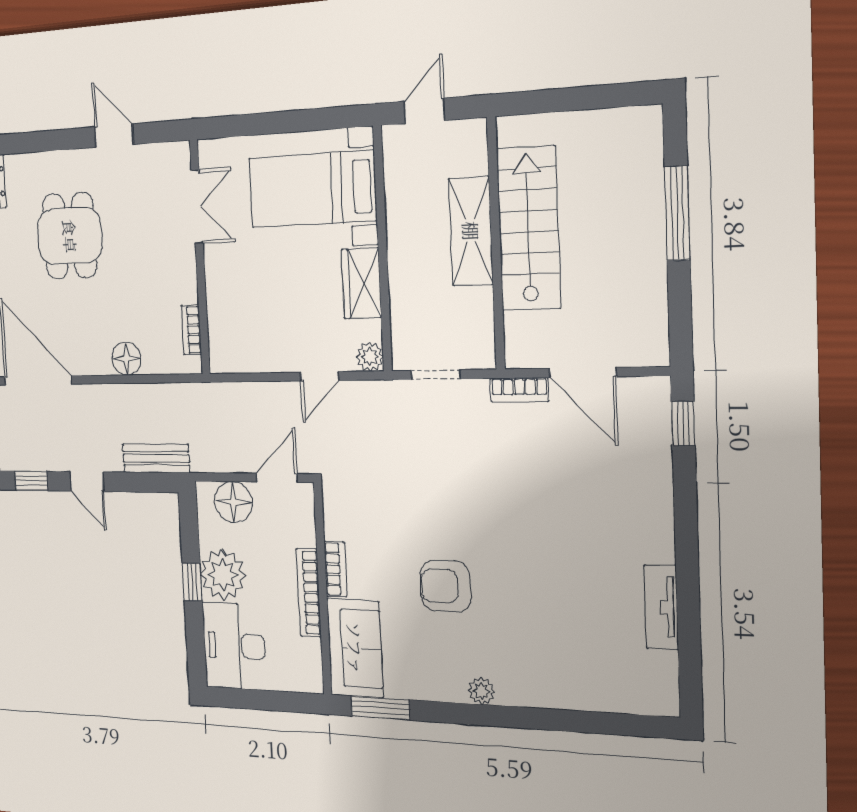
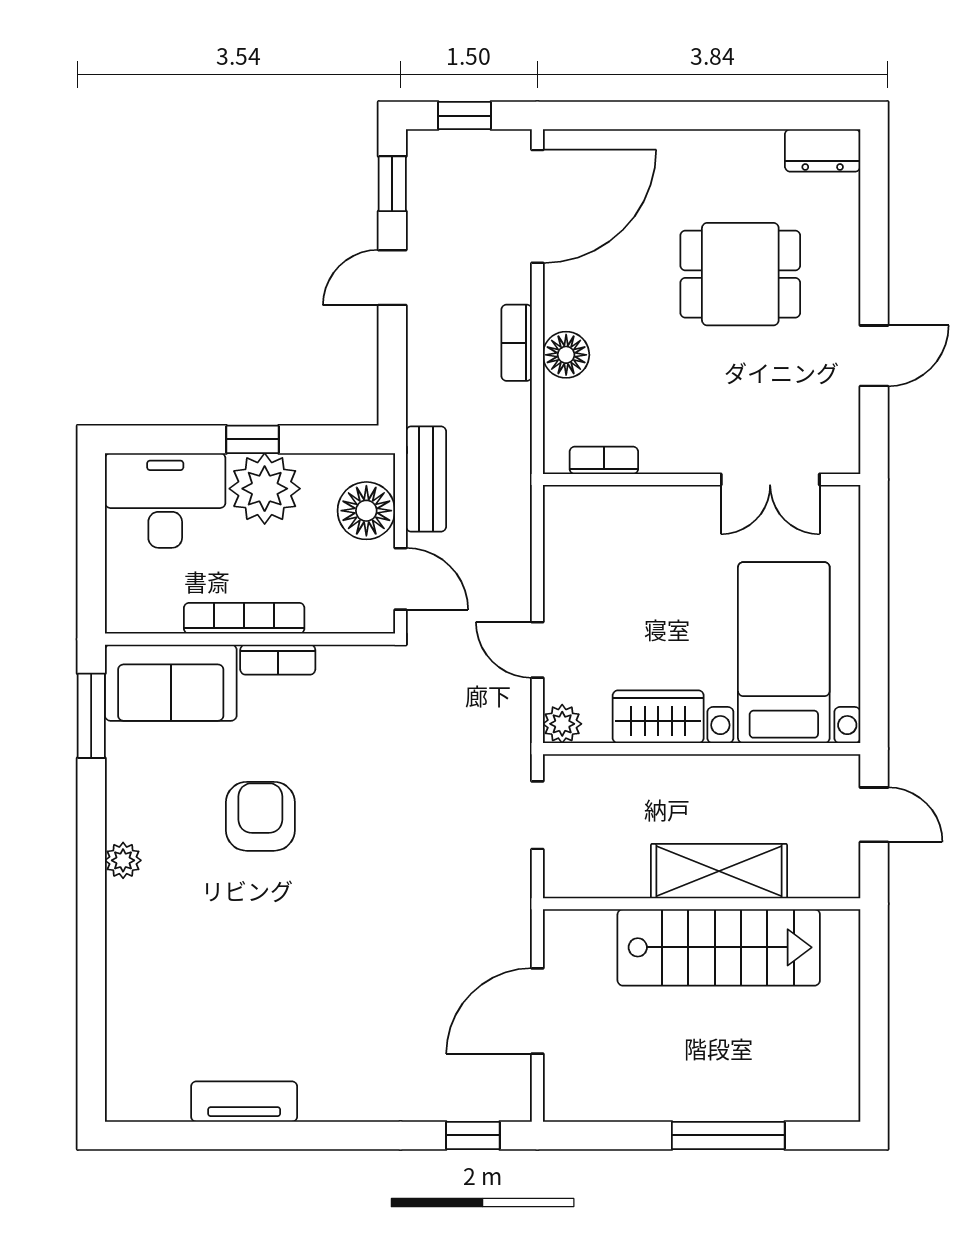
bookcase: (519, 390) -> (517, 343), moved
bench: (156, 458) -> (426, 479), moved

